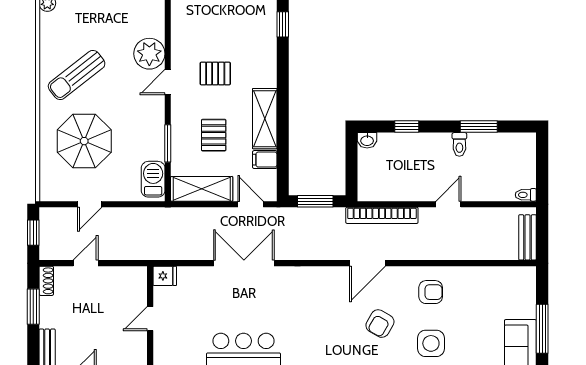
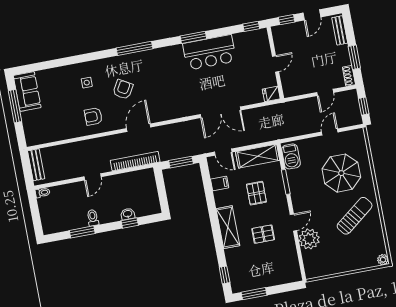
shelving: (265, 119) -> (228, 227), moved
washbasin: (367, 140) -> (128, 214), moved
side table: (431, 343) -> (87, 83), width x0.54, depth x0.54

